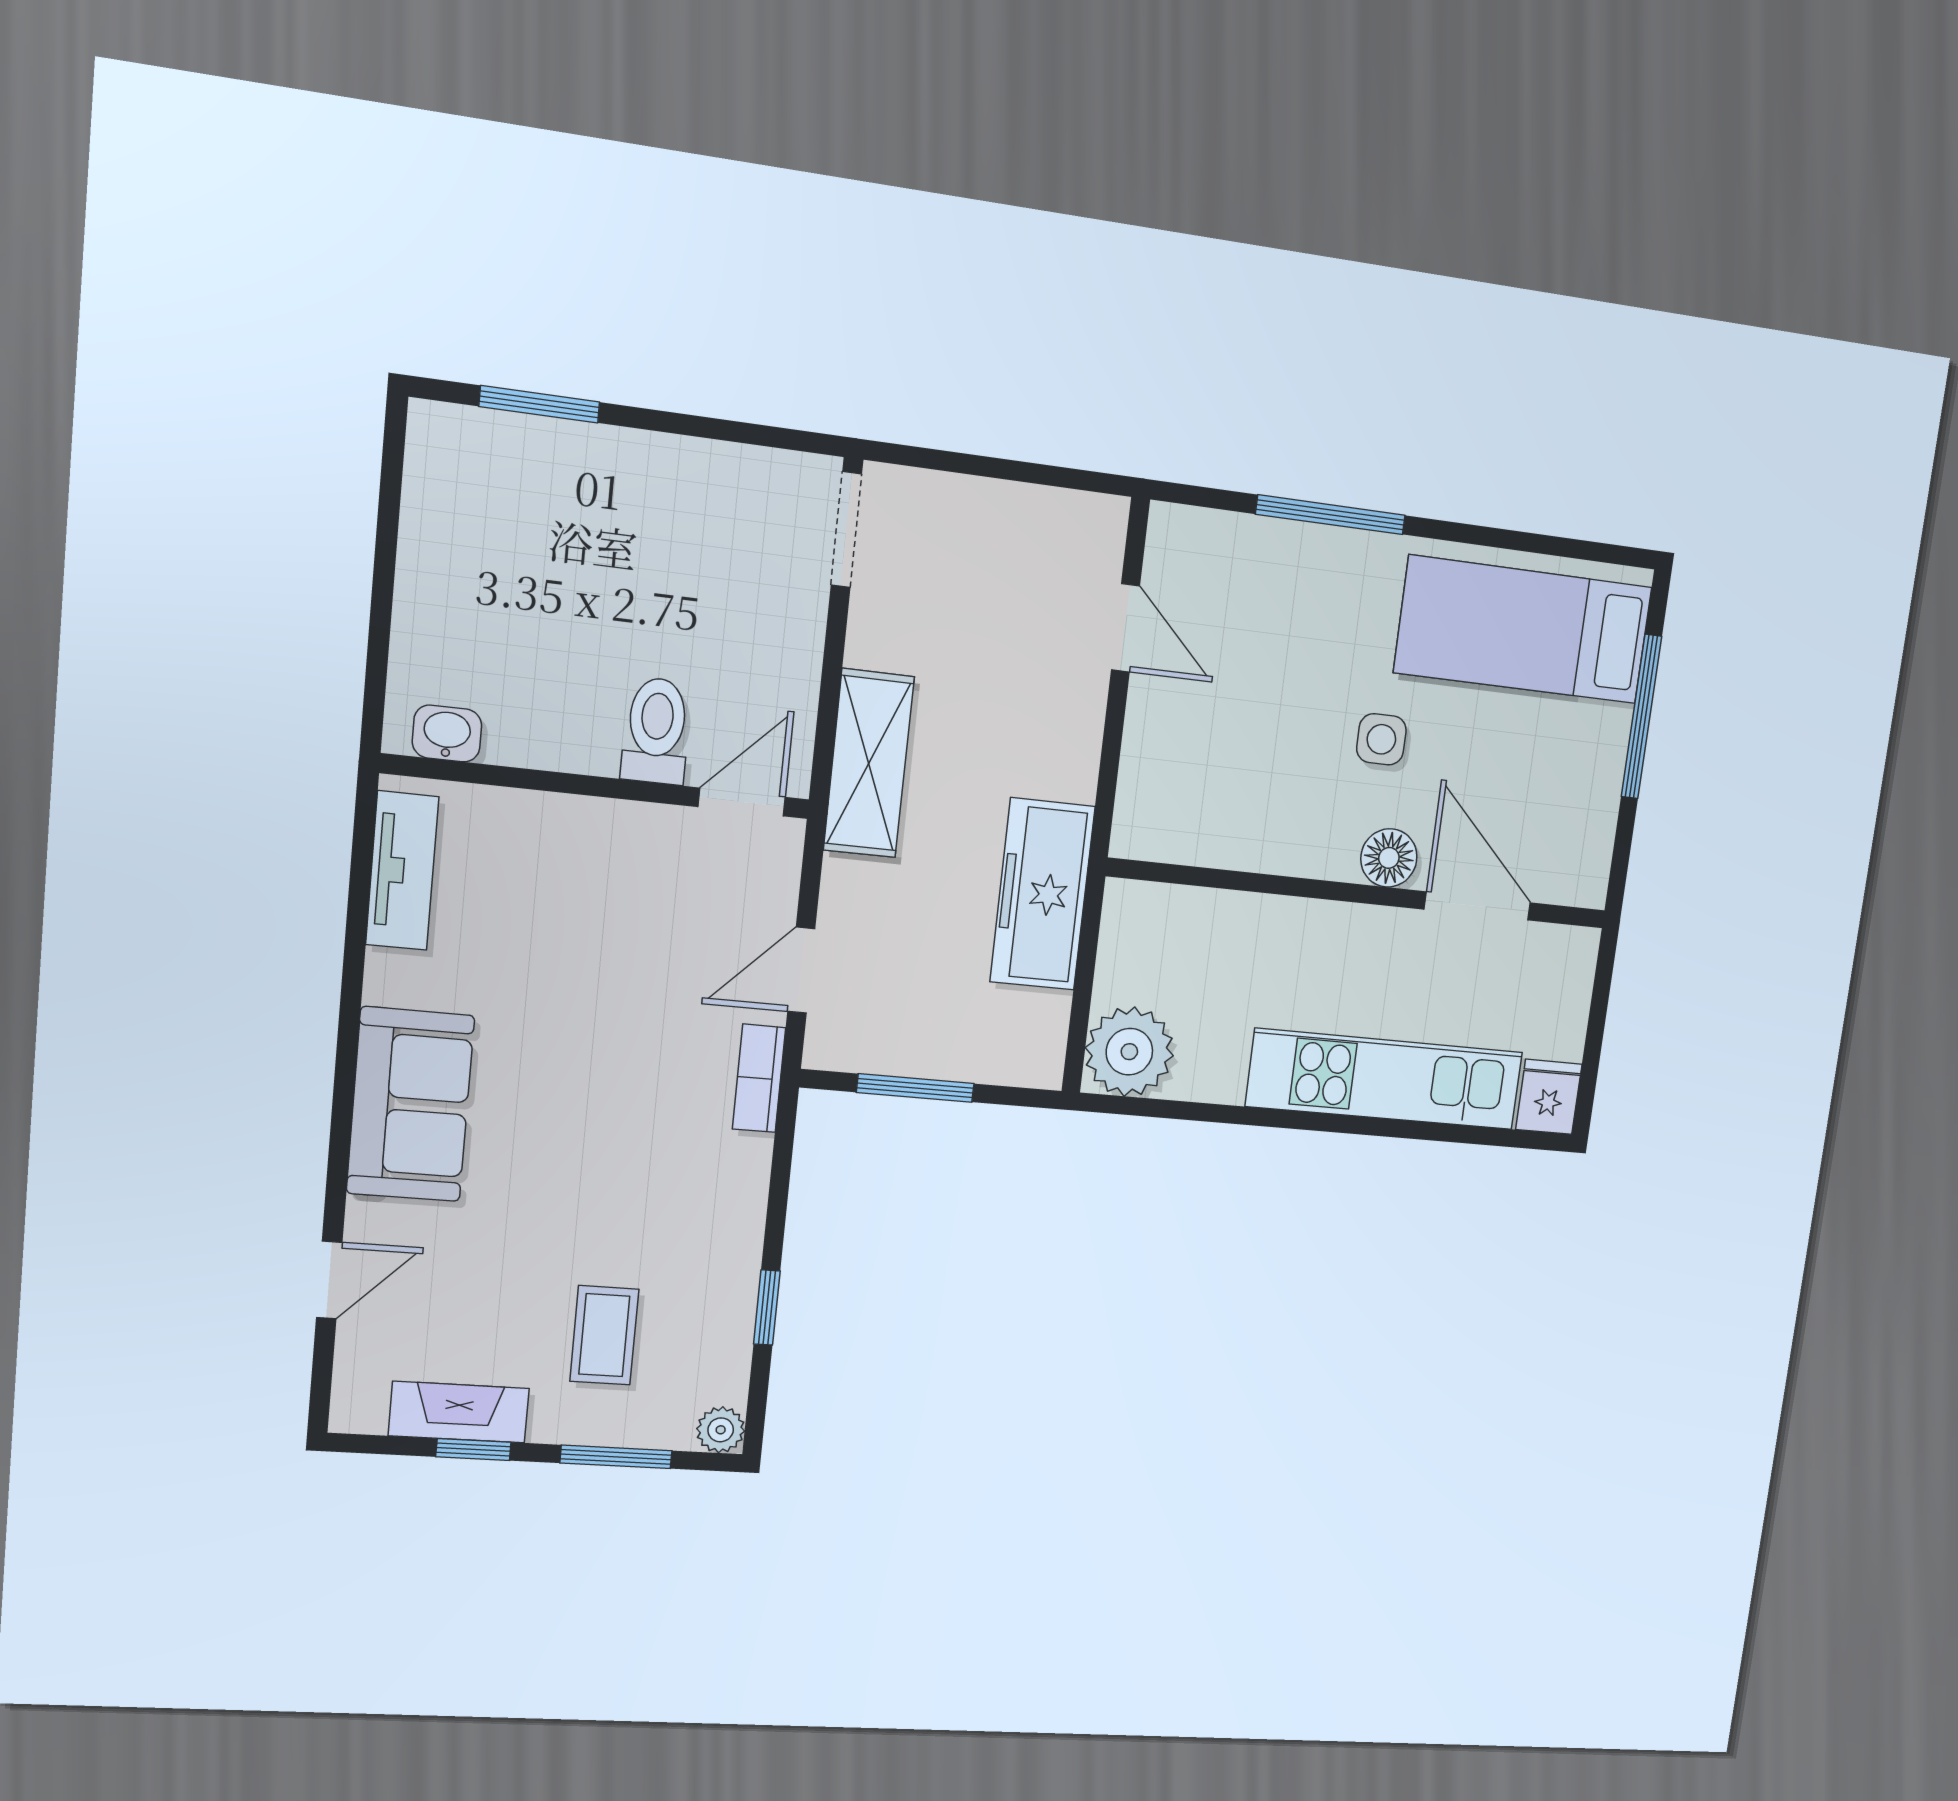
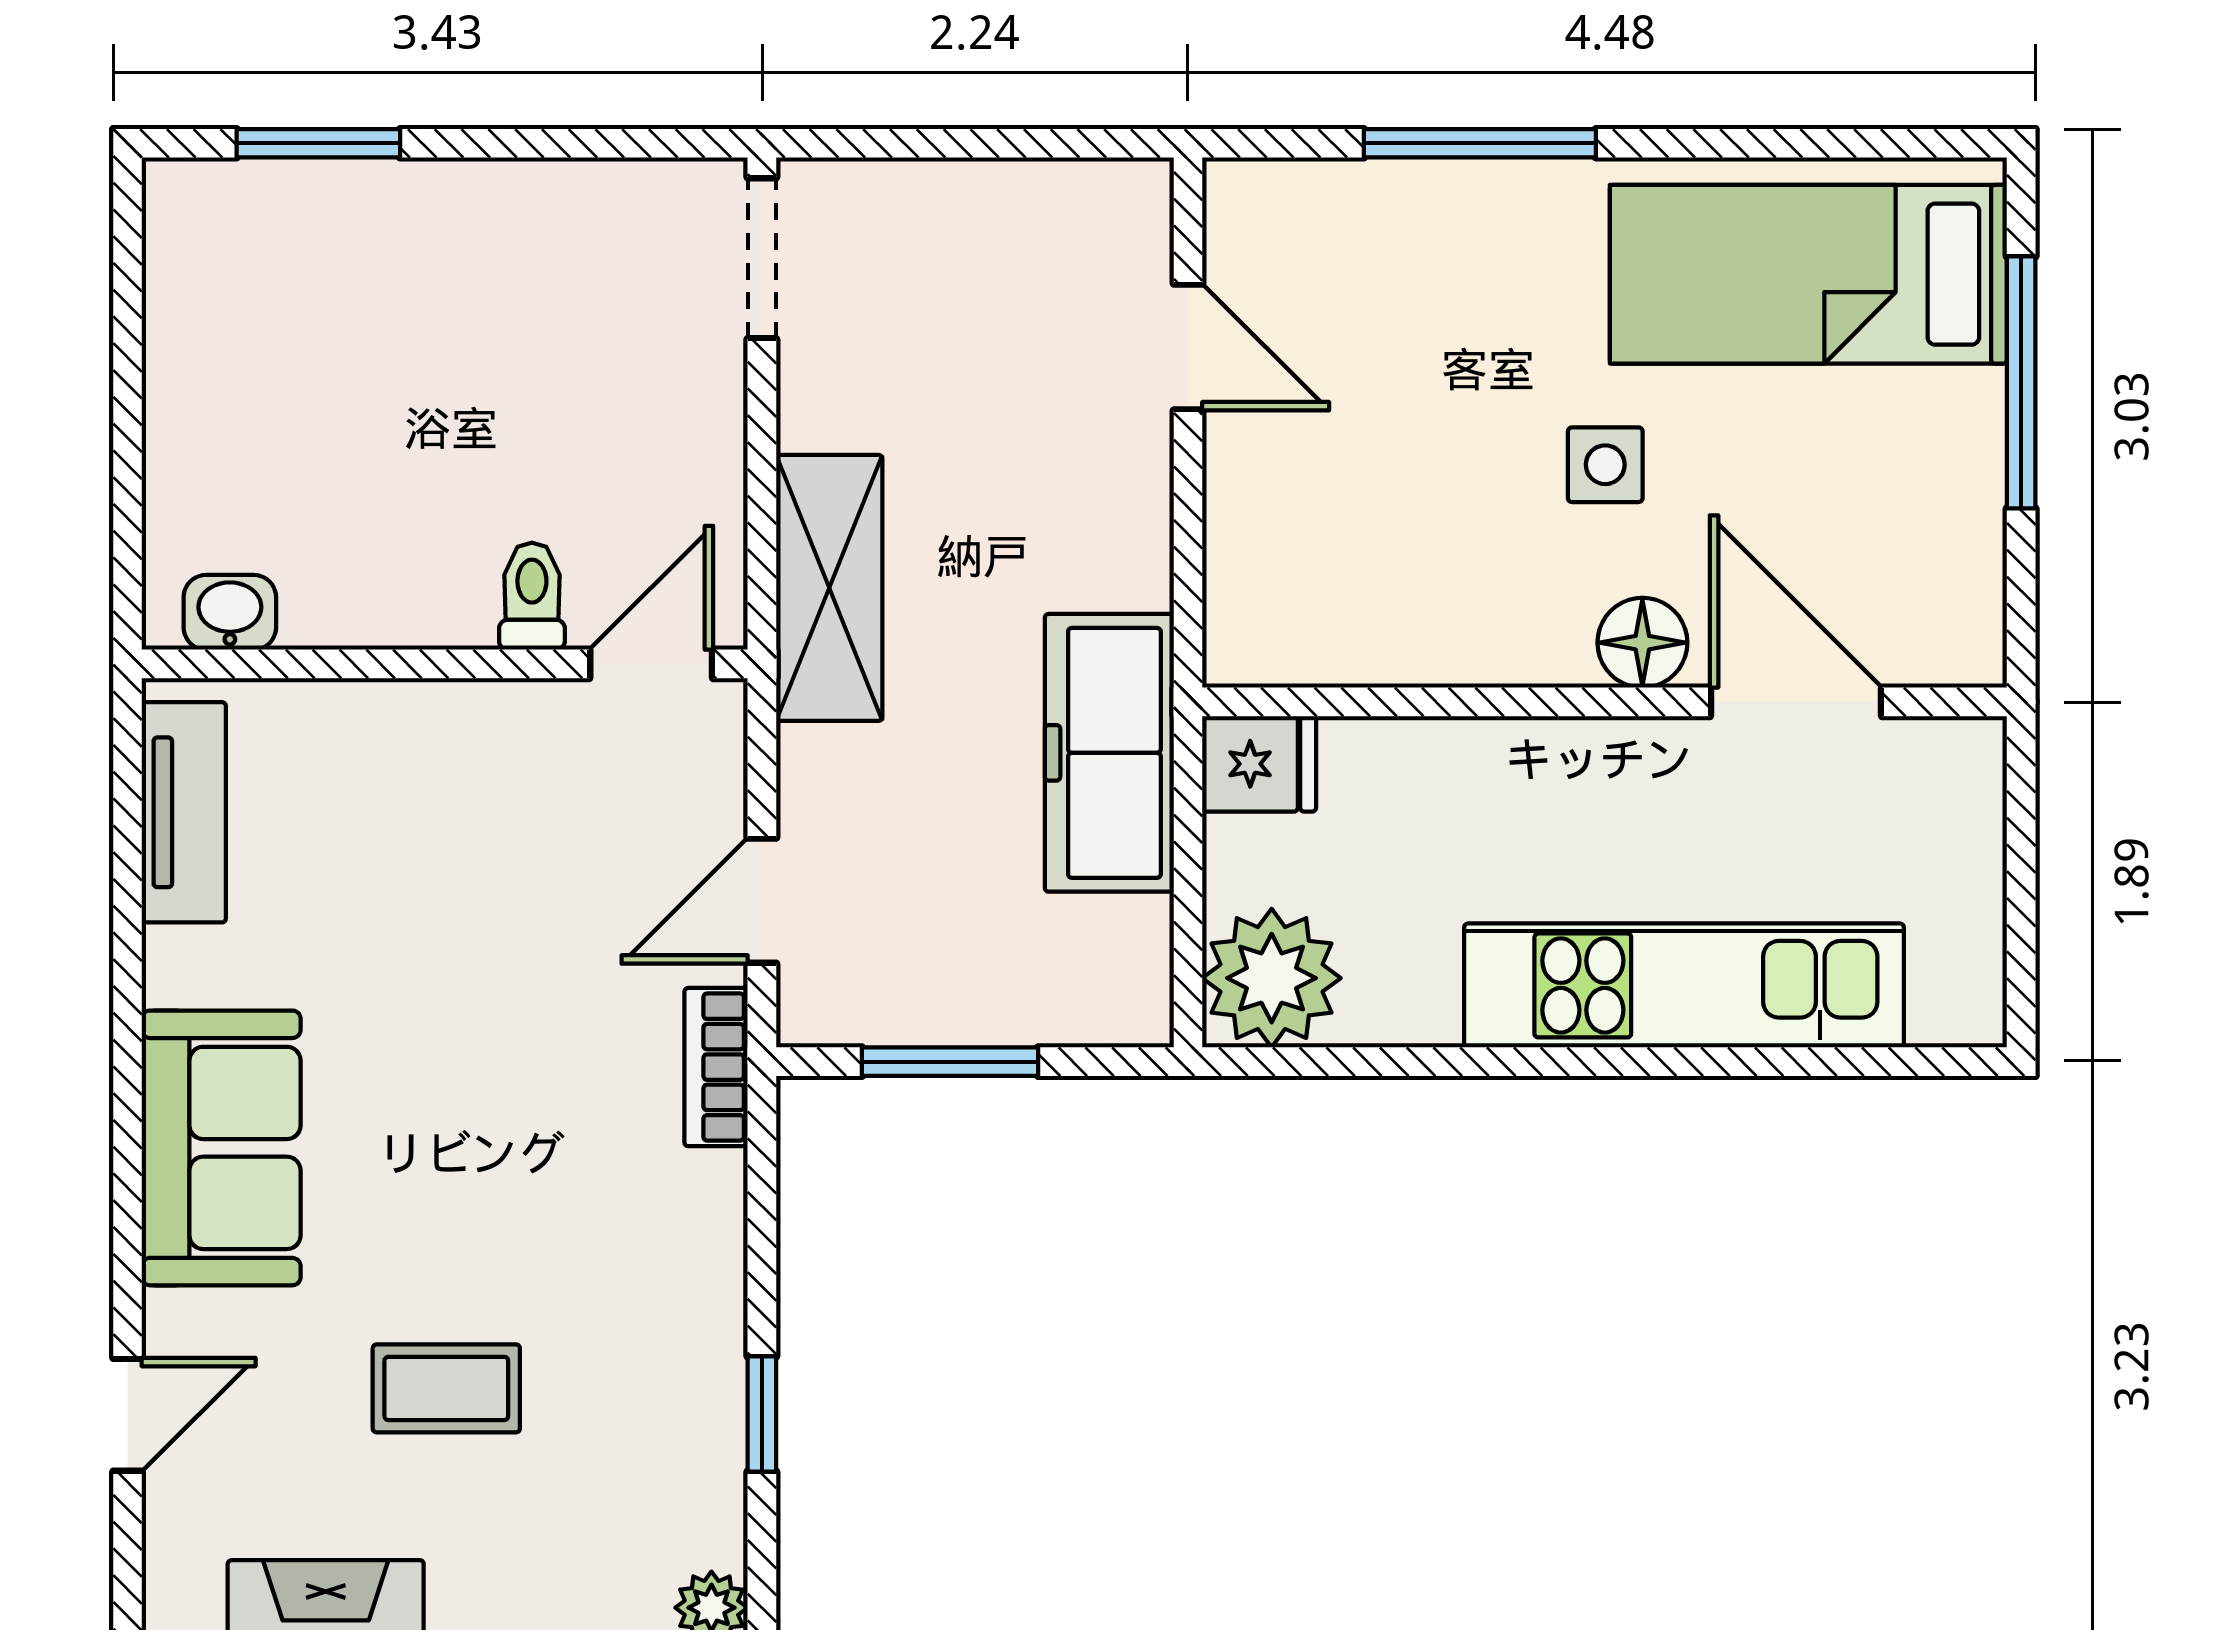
toilet: (656, 731) -> (532, 596), width x0.73, depth x0.72
fridge: (1549, 1097) -> (1259, 764), moved, turned 90
coffee table: (604, 1335) -> (446, 1388), moved, turned 90

